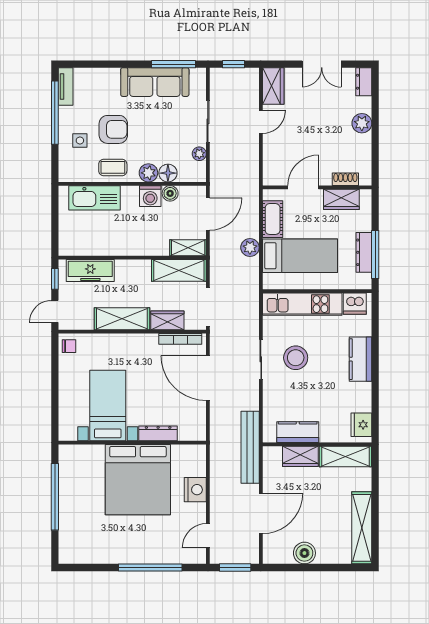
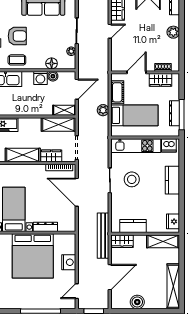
plant: (148, 173) -> (39, 63), removed
wardrobe: (300, 456) -> (122, 241), moved

